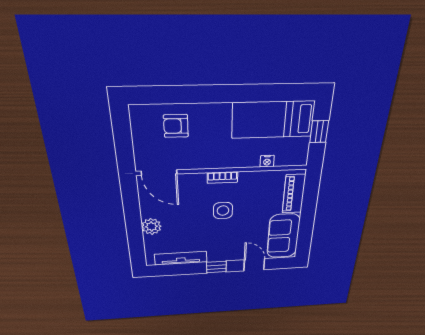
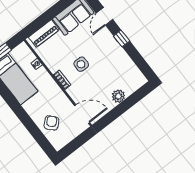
armchair: (176, 126) -> (51, 123), turned -132
door: (159, 173) -> (82, 114), hinge flipped
tv unit: (181, 258) -> (129, 64), removed

